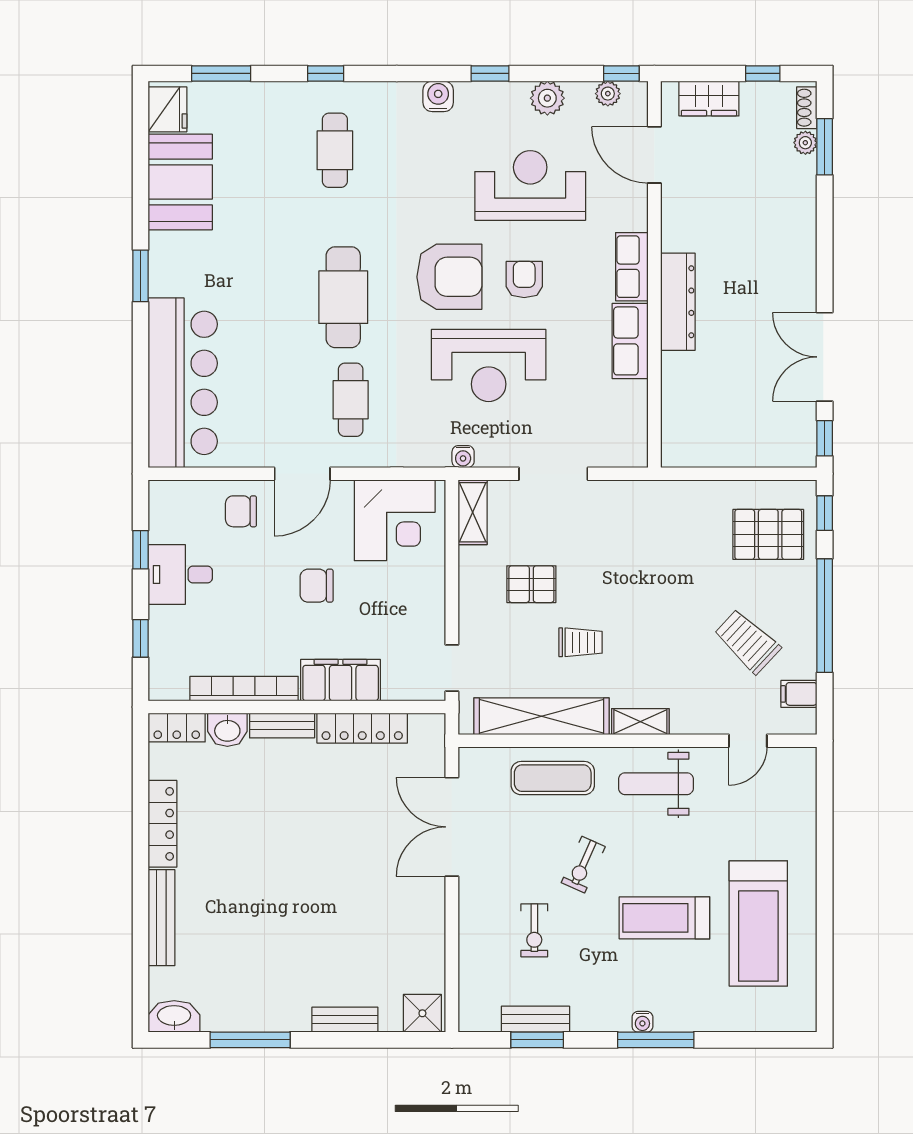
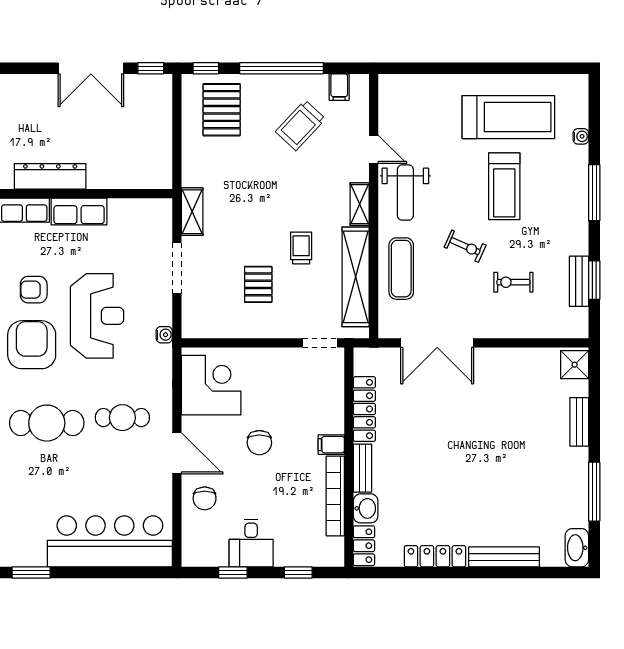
shelving: (473, 512) -> (192, 212), moved, turned 90
filing cabinet: (341, 680) -> (331, 445), width x0.33, depth x0.86
door: (748, 741) -> (374, 149), moved
exercise bike: (534, 930) -> (513, 282), turned 180
water cooler: (642, 1022) -> (581, 136), moved

